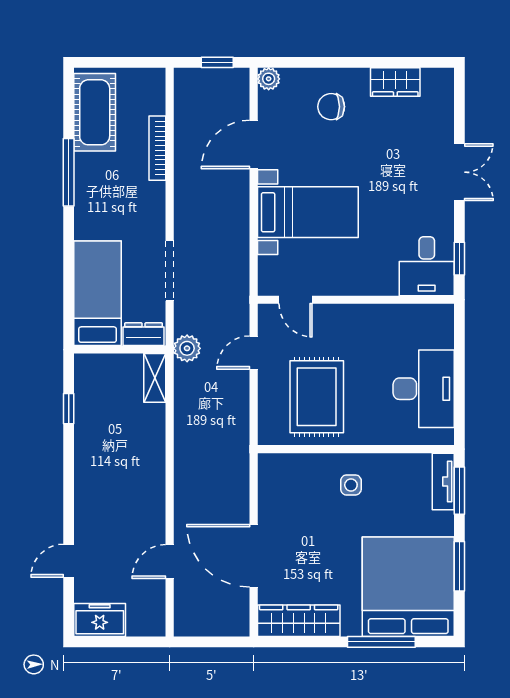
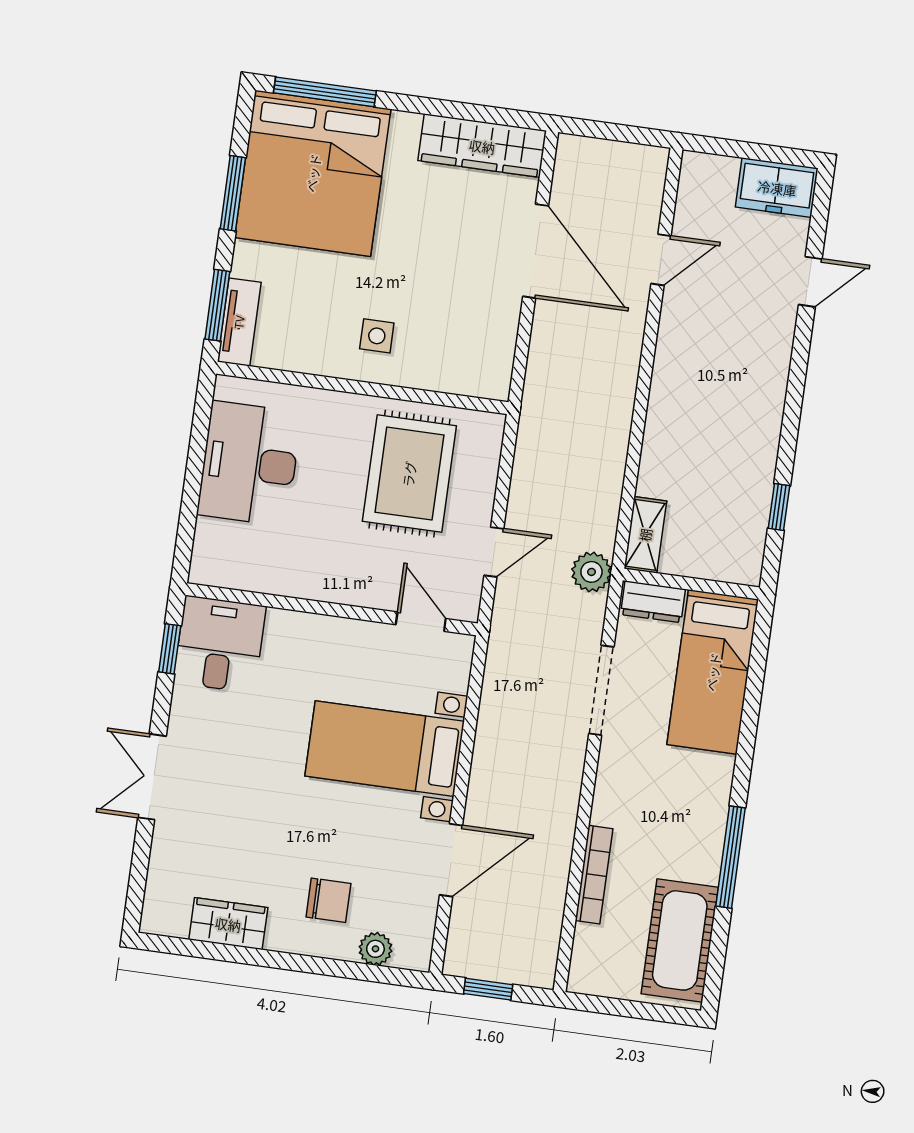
plant: (269, 79) -> (375, 949), moved
window: (381, 642) -> (325, 92), moved

